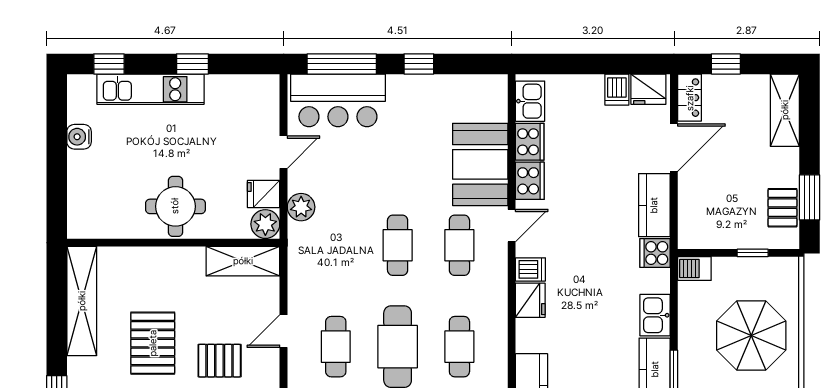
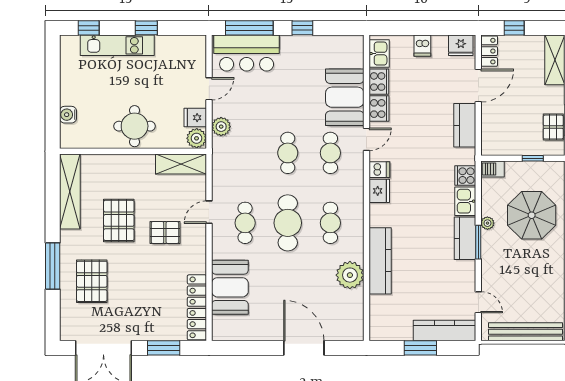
dishwasher: (617, 90) -> (422, 46), moved
water cooler: (79, 137) -> (68, 115), moved
cooker: (655, 253) -> (465, 176), moved
plant: (687, 347) -> (487, 223), added

